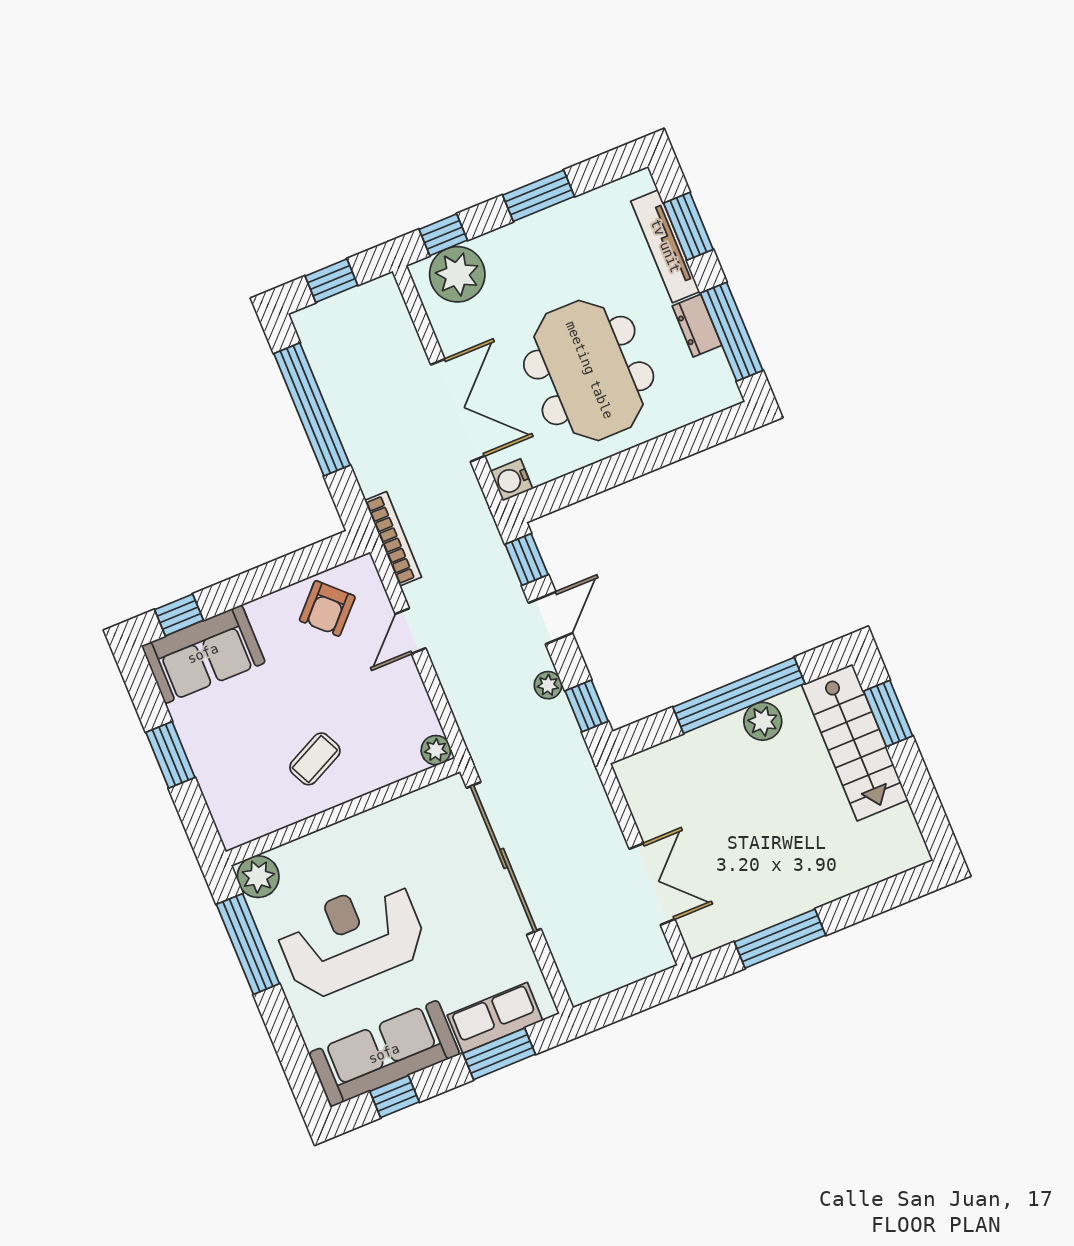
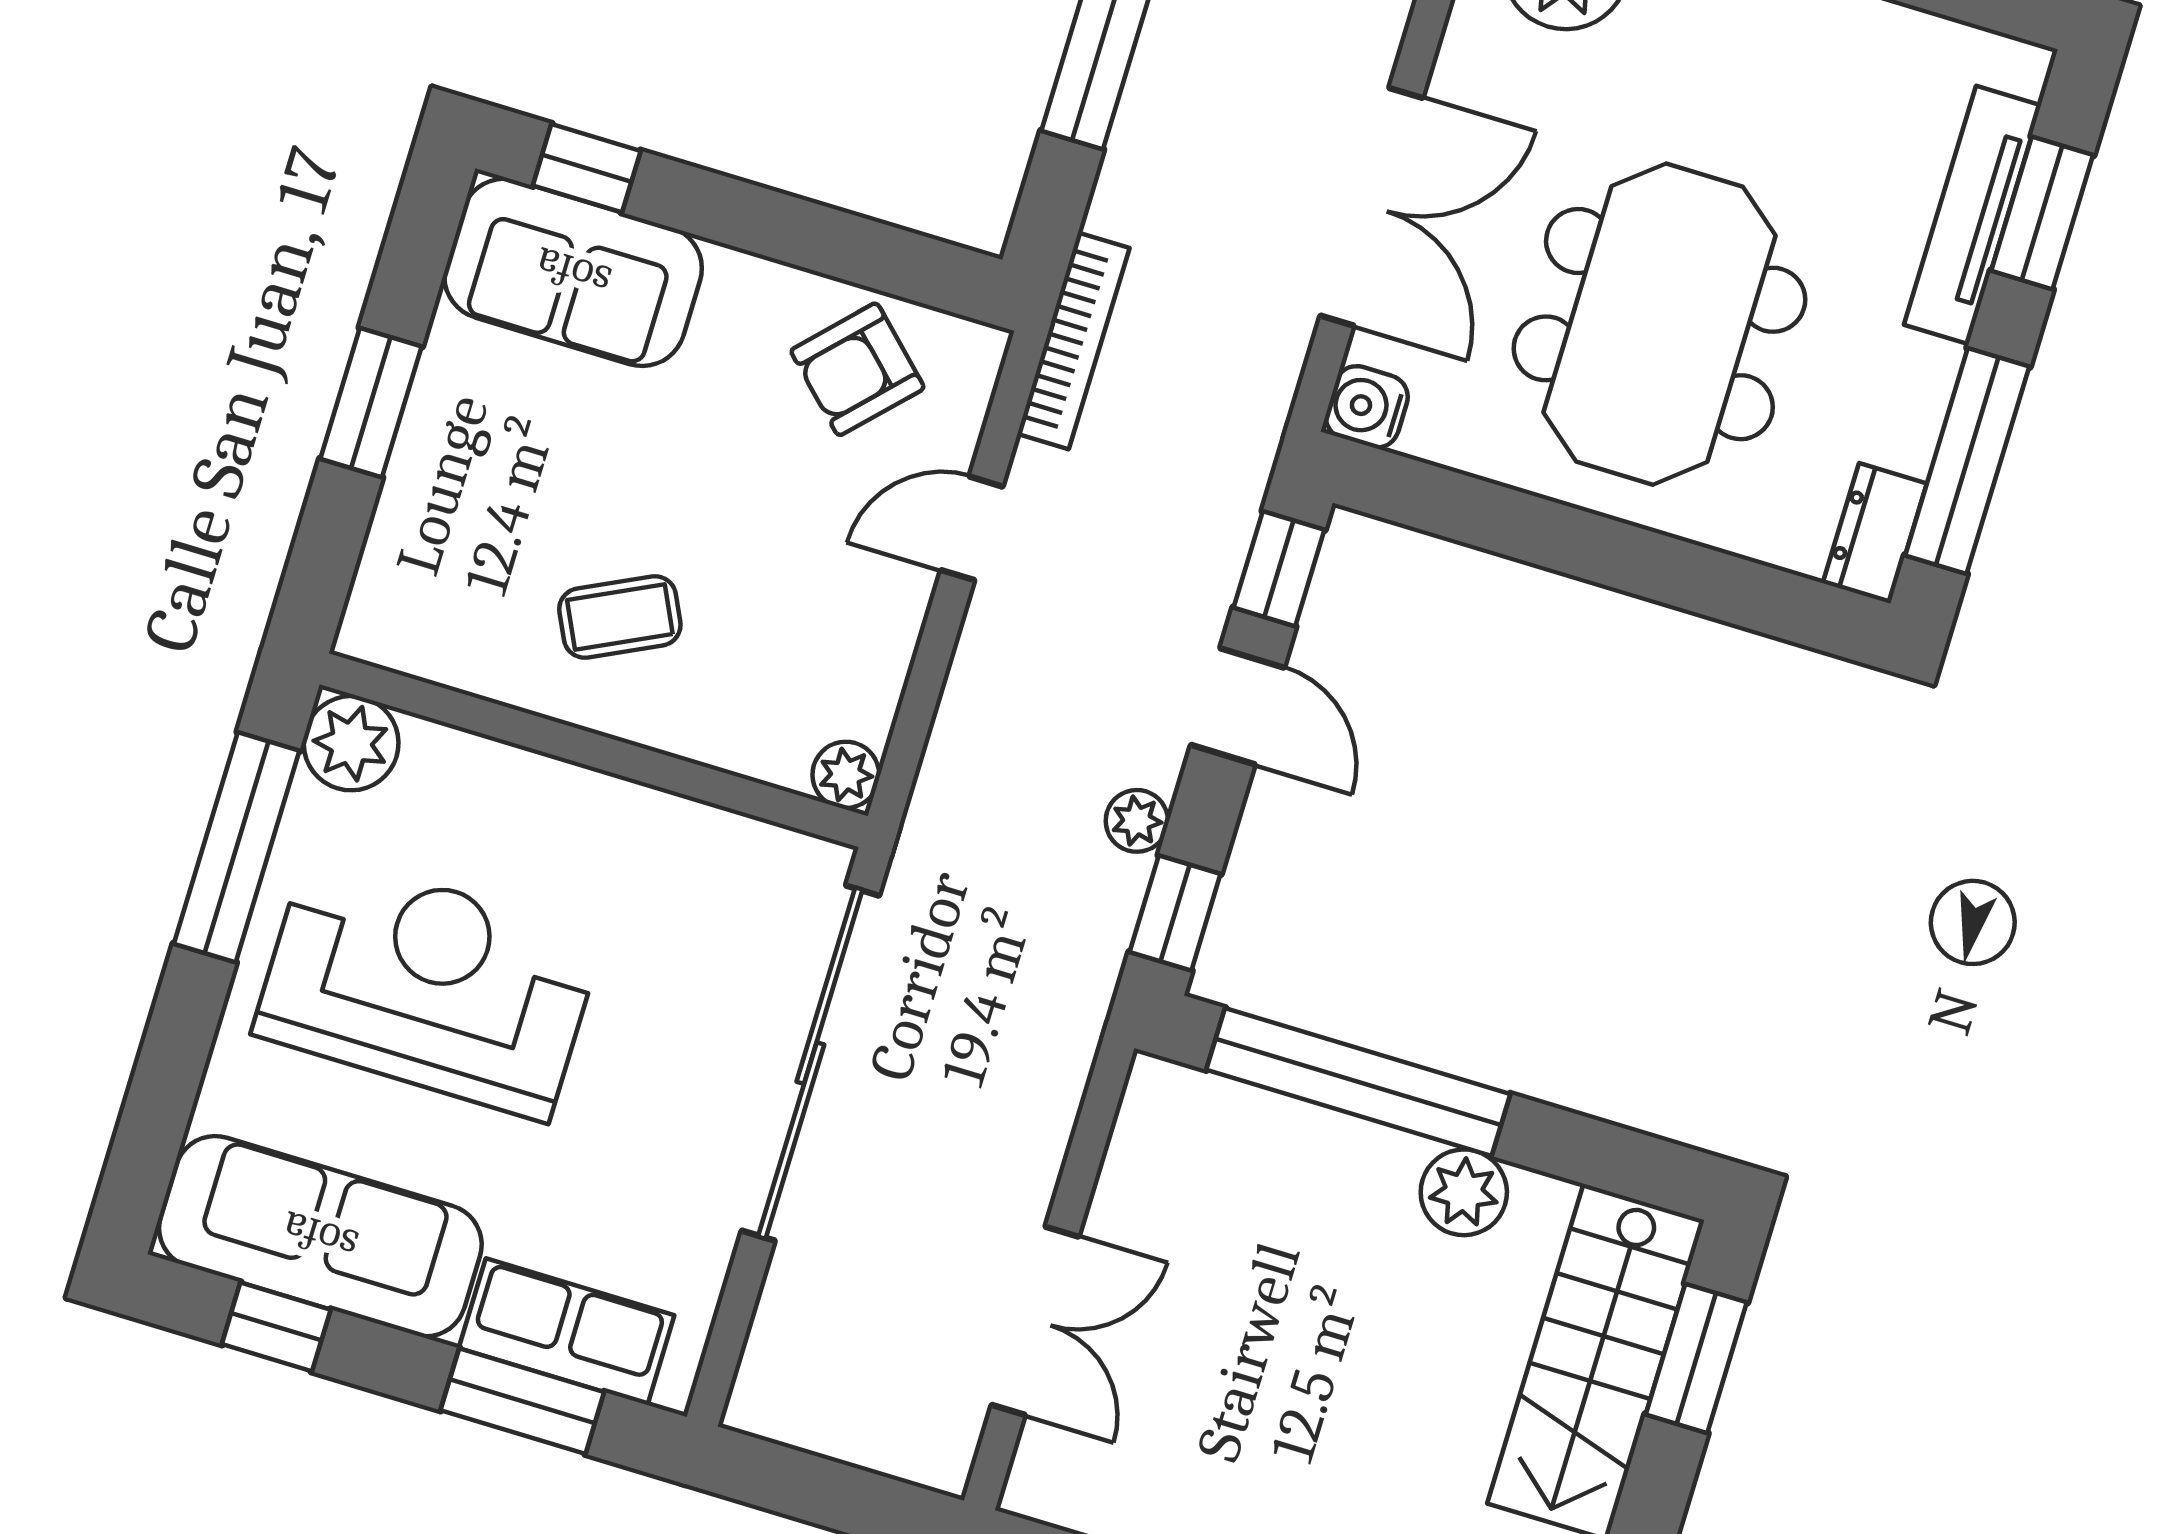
dresser: (697, 326) -> (1875, 533), moved
door: (551, 618) -> (1237, 706), hinge flipped
window: (739, 695) -> (1358, 1082), moved

